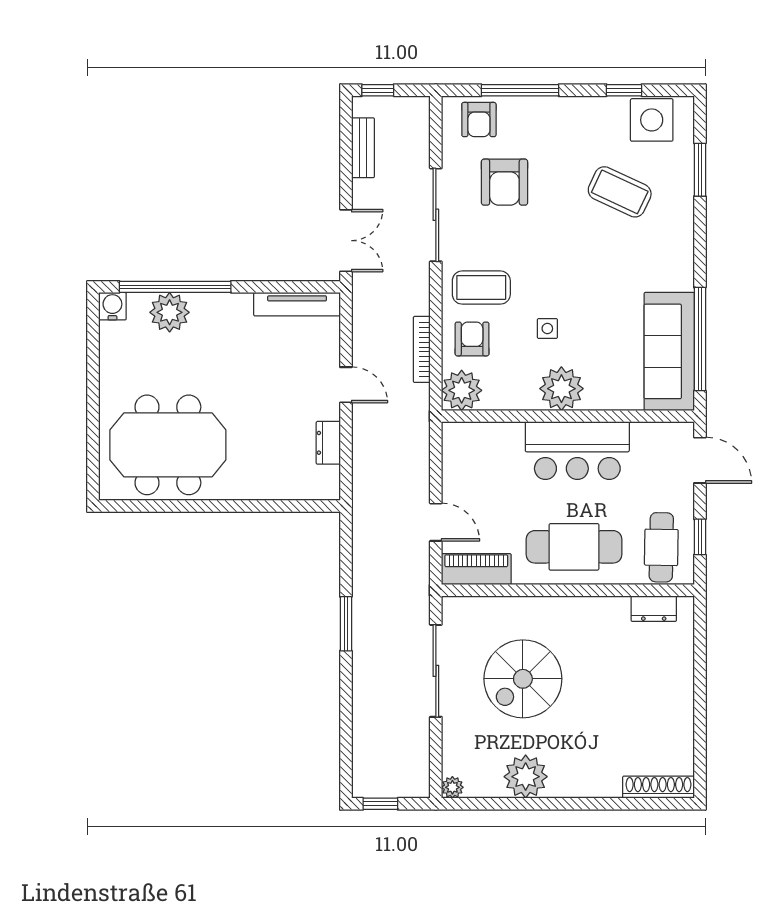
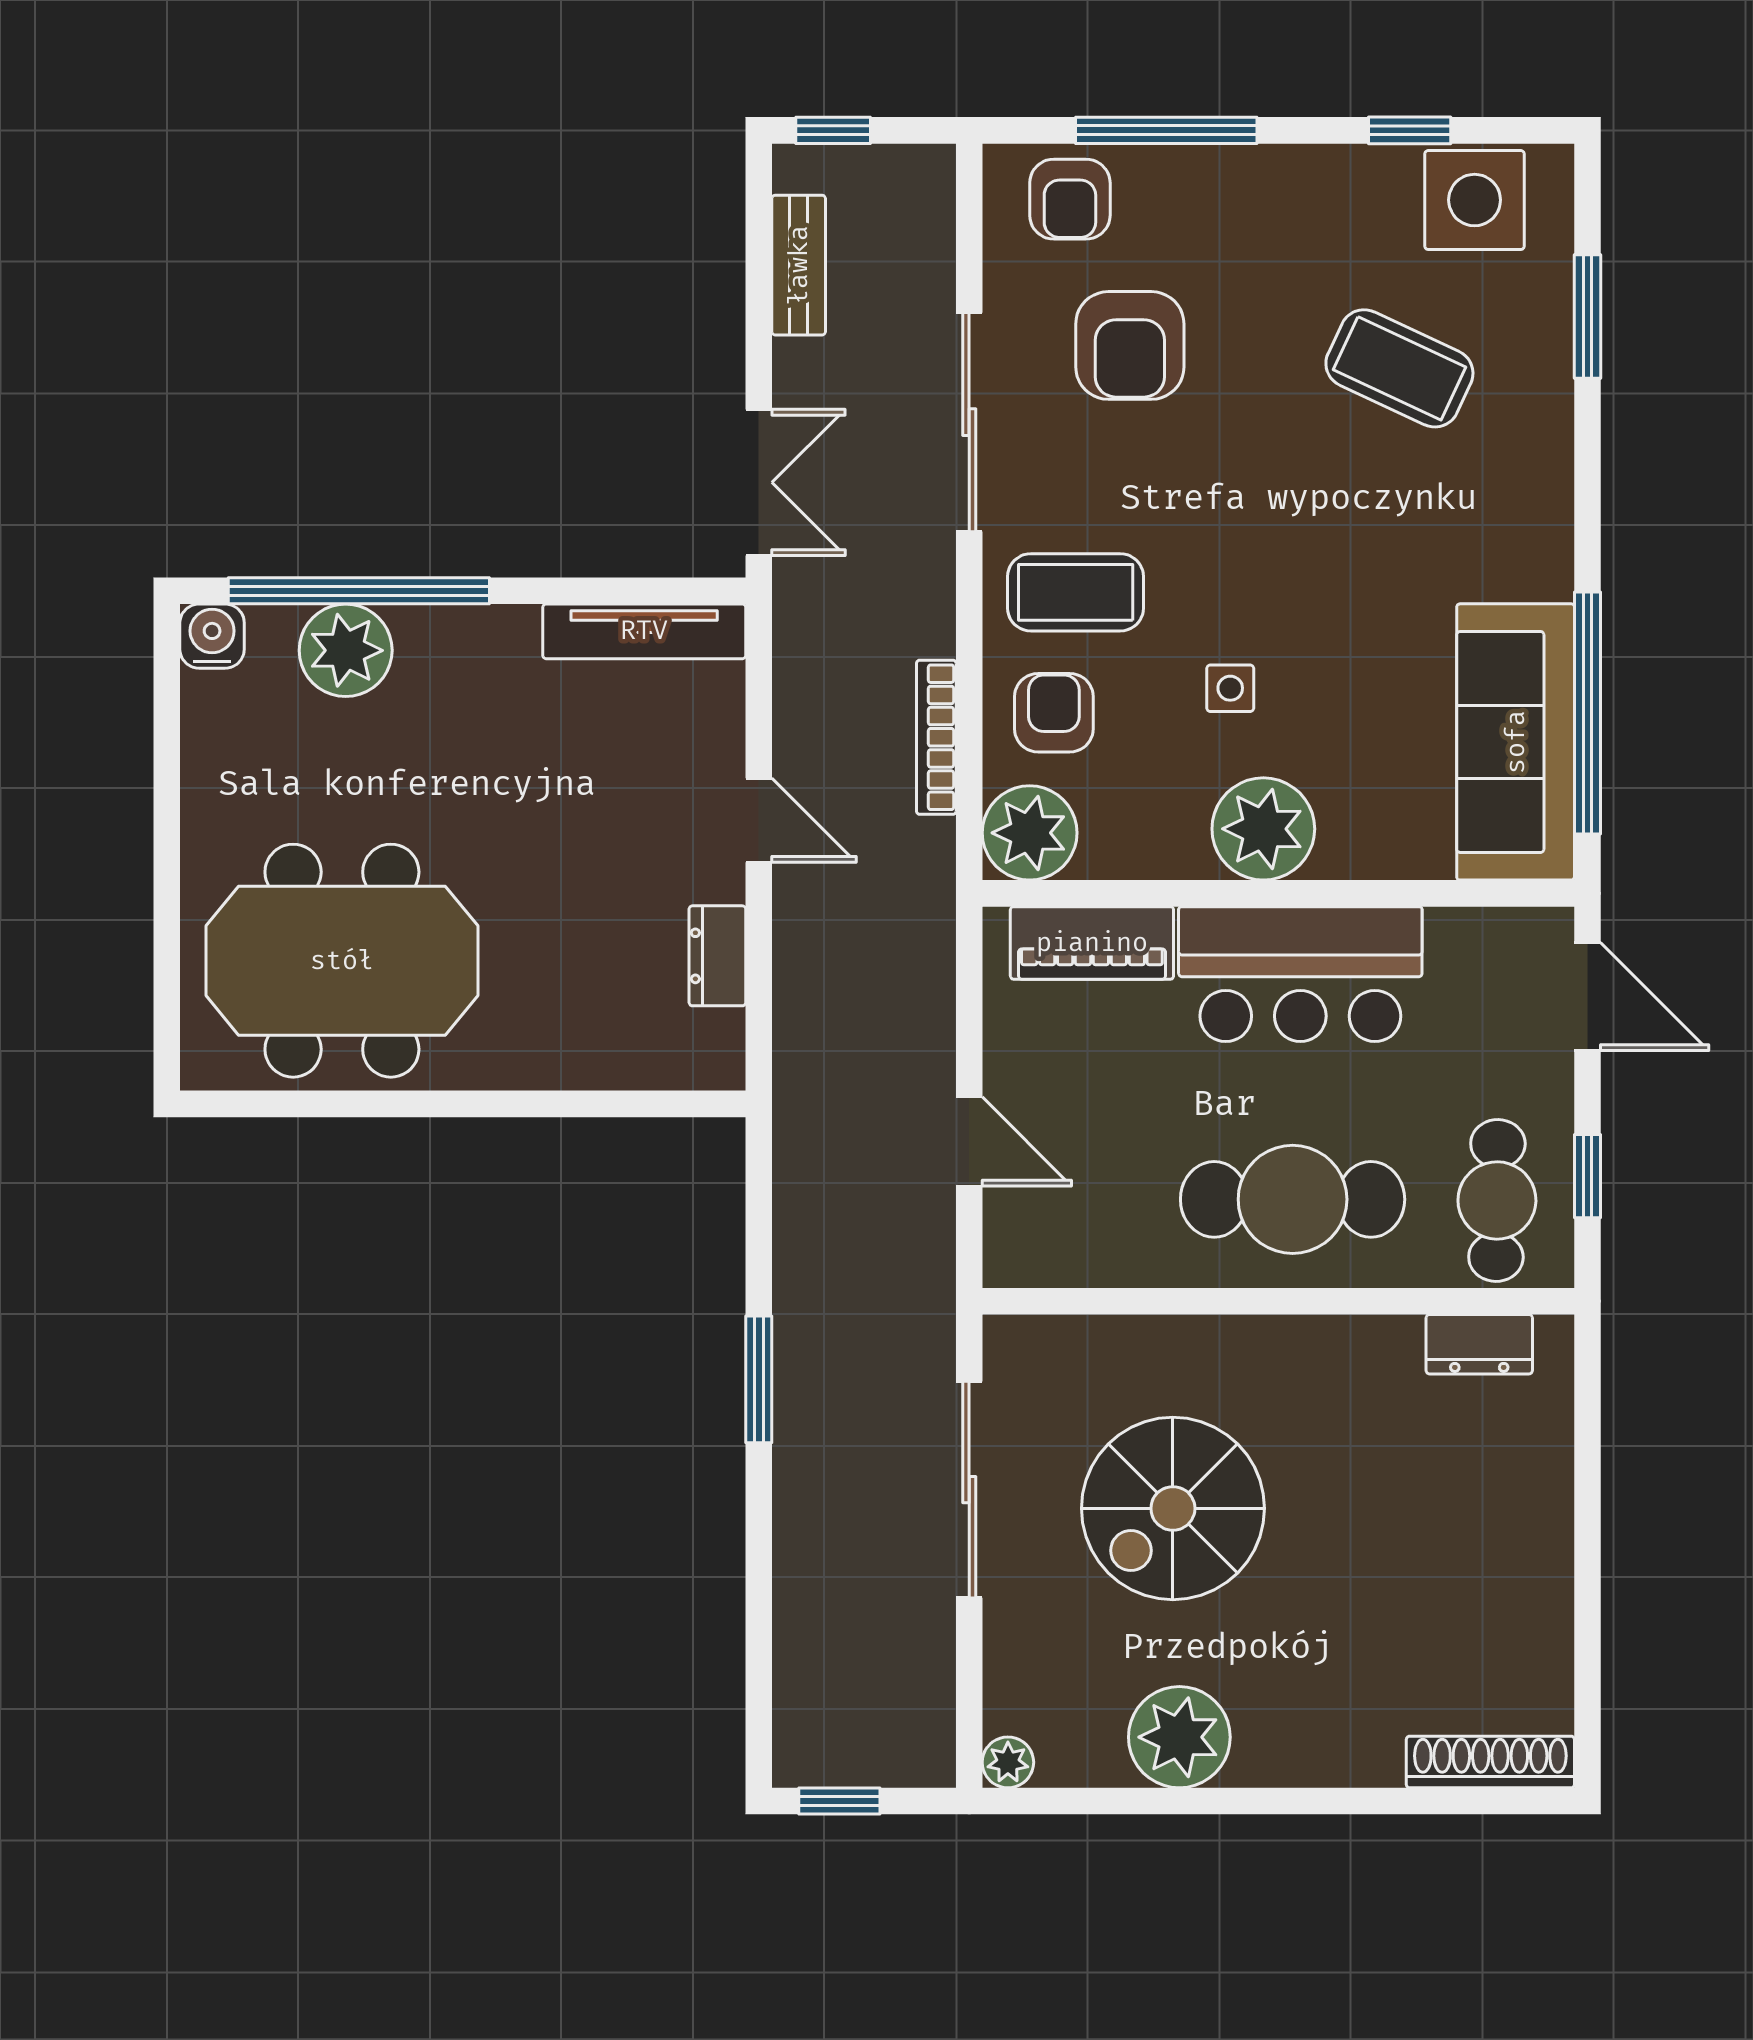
piano: (476, 569) -> (1092, 943), moved, turned 180

